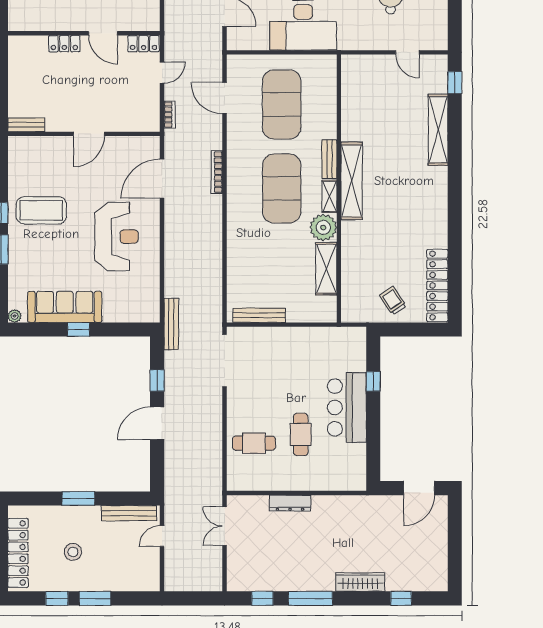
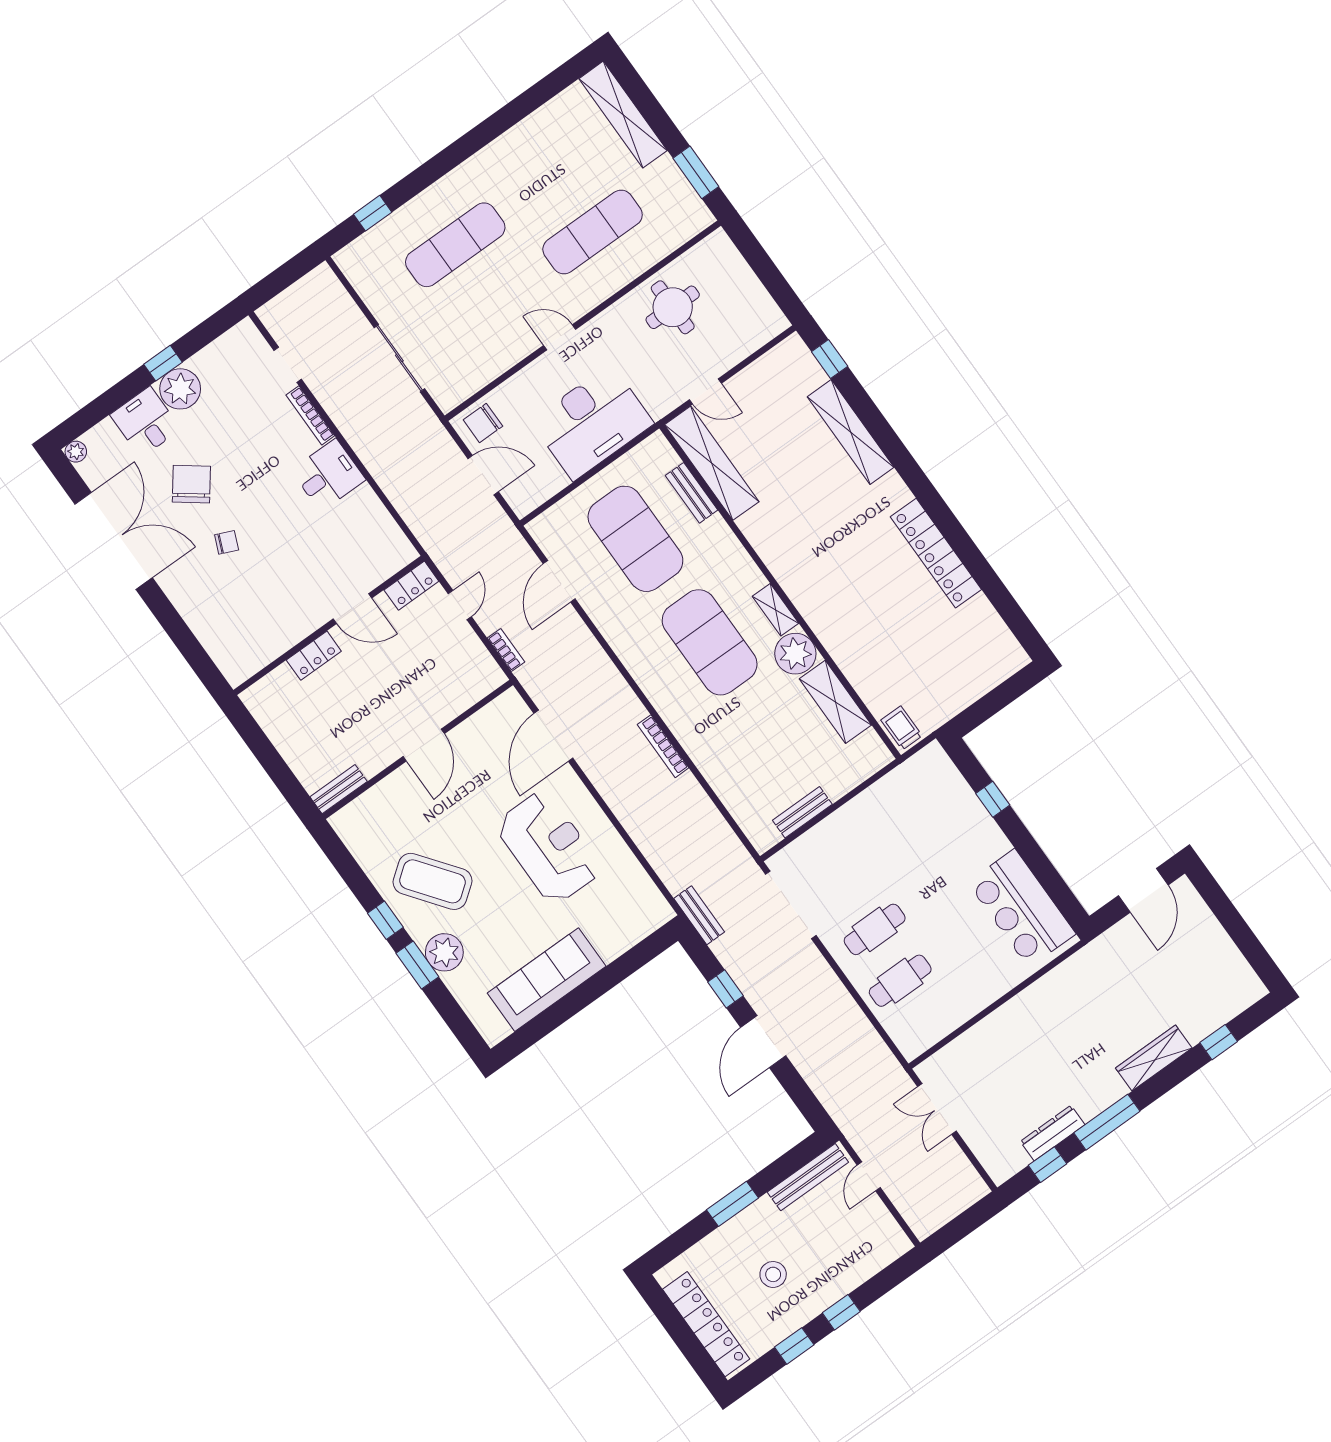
door: (407, 52) -> (705, 391), moved
door: (224, 98) -> (559, 581), hinge flipped
bench: (329, 159) -> (692, 493), moved
bookcase: (217, 172) -> (663, 746), moved
shelving: (352, 181) -> (712, 463), moved
coffee table: (41, 210) -> (433, 881), turned 53
locker: (437, 285) -> (936, 553), moved
trolley: (393, 301) -> (902, 728), moved, turned 34
bench: (259, 315) -> (802, 812), width x0.73
plant: (15, 316) -> (444, 952), moved, width x1.87, depth x1.87
bench: (171, 324) -> (699, 915), width x0.73
window: (78, 330) -> (584, 995), removed
bar counter: (347, 407) -> (1022, 908), moved
cafe table: (301, 434) -> (875, 929), moved, turned 90
dresser: (290, 503) -> (1053, 1133), moved, turned 180
window: (95, 598) -> (841, 1312), width x0.67

